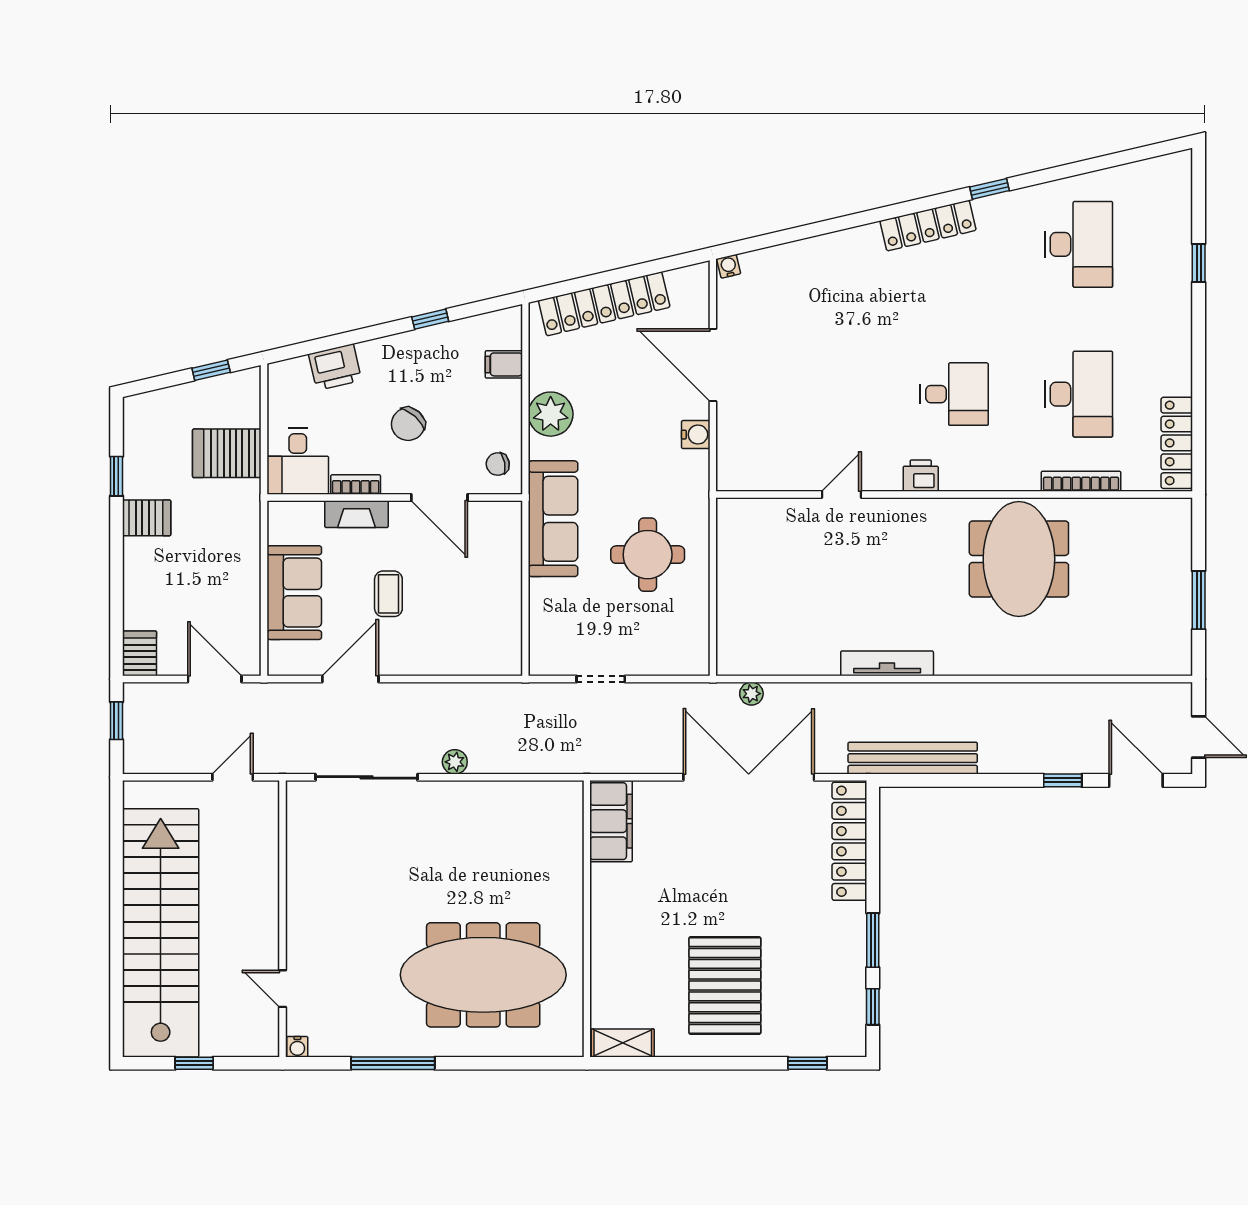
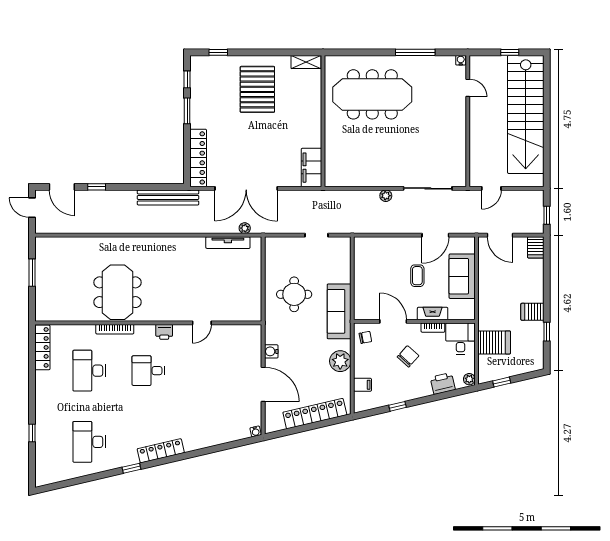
plant: (279, 376) -> (469, 379), added
bookcase: (1081, 481) -> (115, 329), moved
tv unit: (887, 663) -> (228, 243), moved

